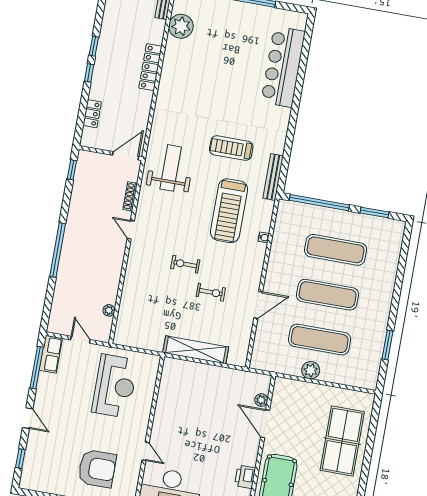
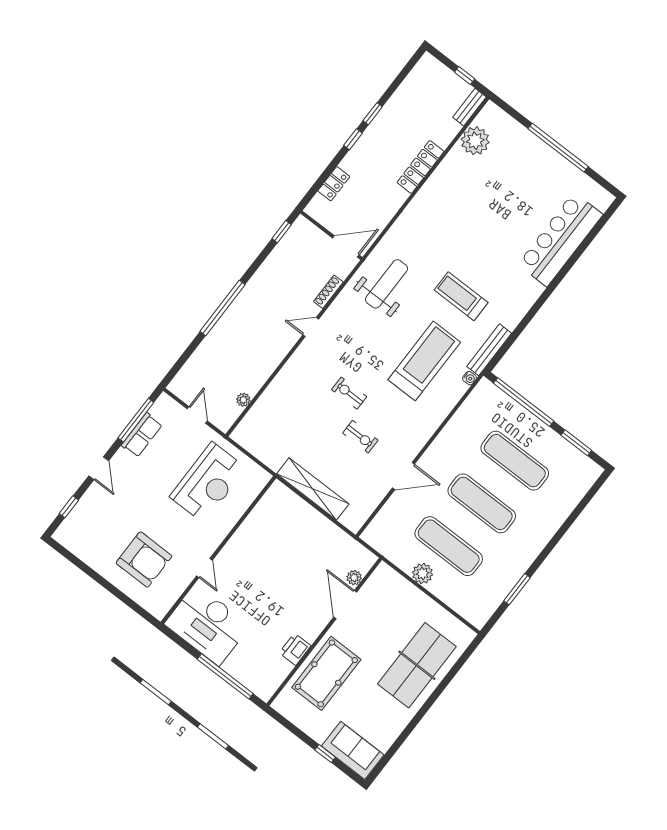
treadmill: (229, 211) -> (424, 361), turned 180
door: (131, 230) -> (311, 327), hinge flipped
water cooler: (264, 237) -> (469, 378), moved
row of seats: (51, 354) -> (142, 435), moved

